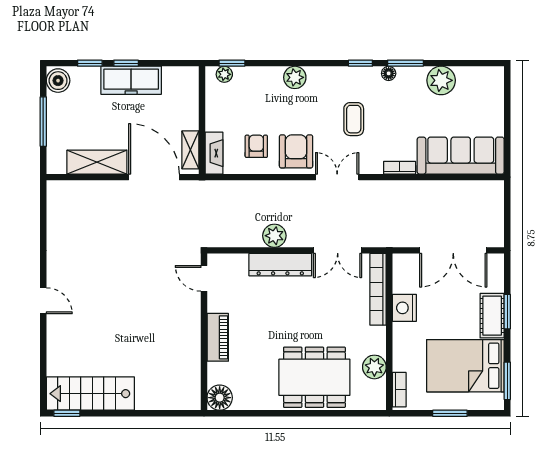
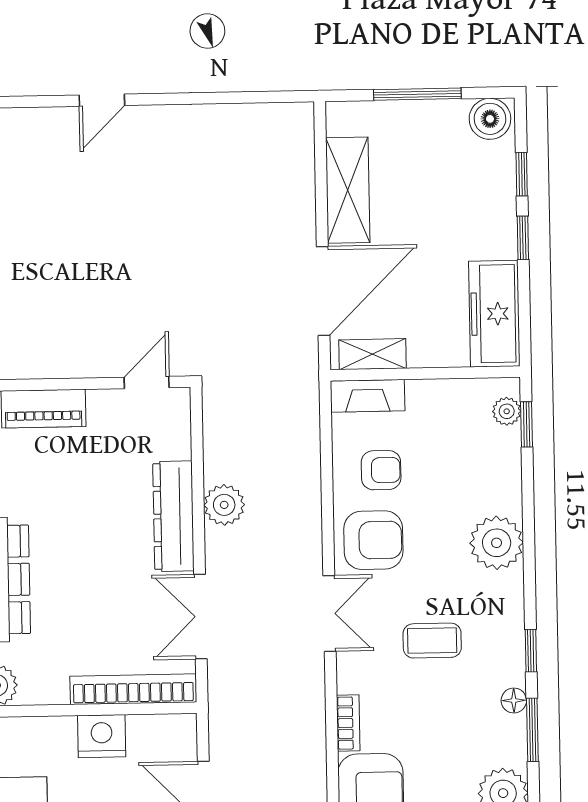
plant: (295, 77) -> (497, 543), width x1.36, depth x1.36
freezer: (131, 80) -> (494, 314), moved

